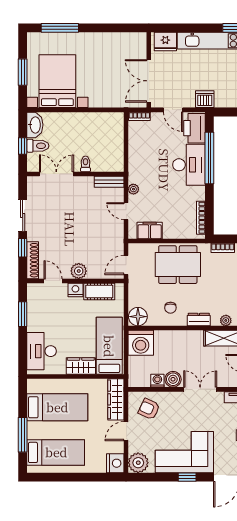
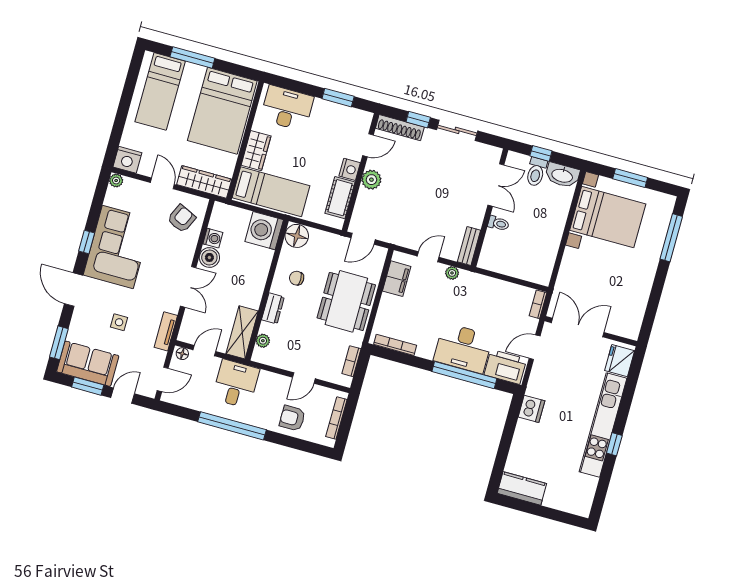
dishwasher: (205, 99) -> (531, 409), moved
door: (126, 265) -> (363, 239), swing flipped
bed: (57, 407) -> (222, 111), width x1.50
plant: (138, 463) -> (116, 180), width x0.53, depth x0.53

